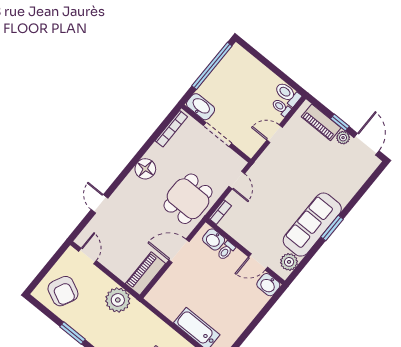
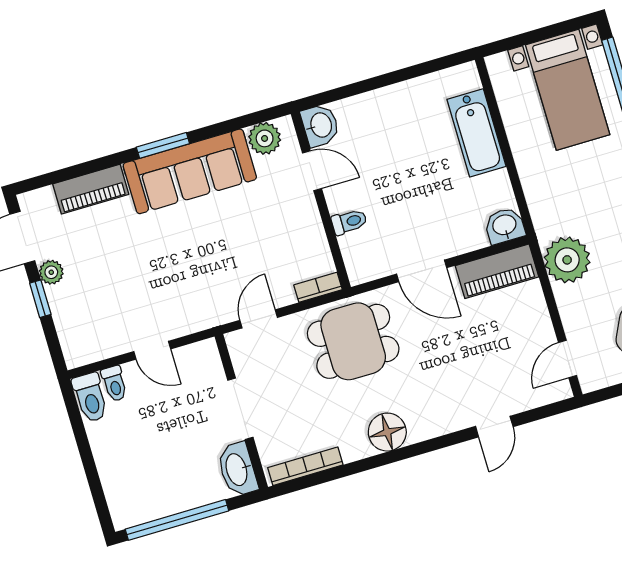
piano: (321, 122) -> (91, 189), moved, turned 90
washbasin: (214, 240) -> (505, 226), moved, turned -90

